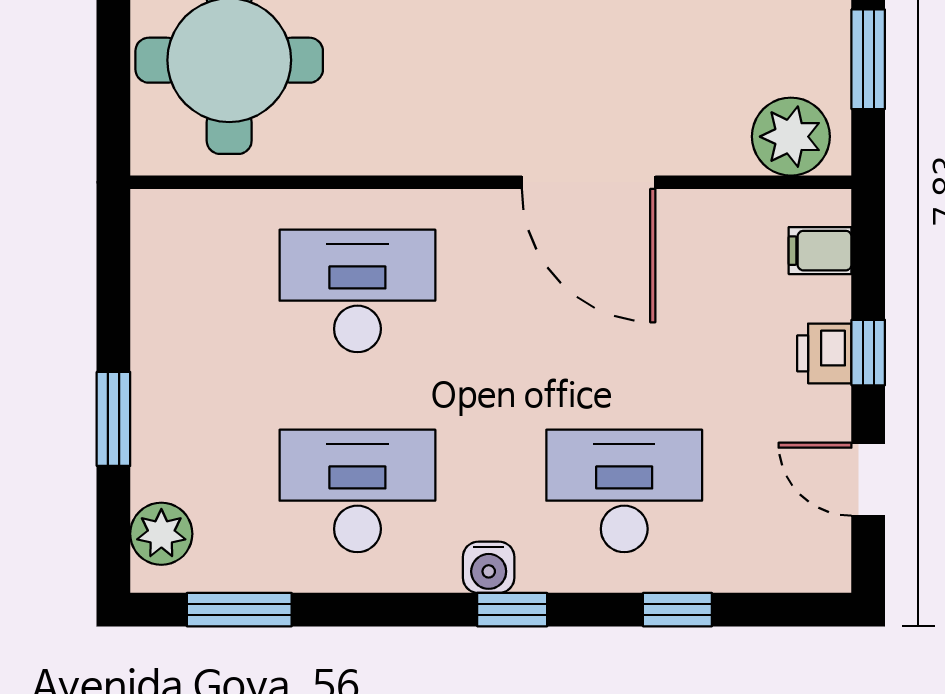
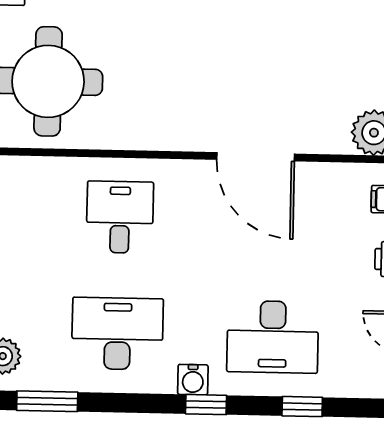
desk: (357, 291) -> (120, 217), width x0.73
desk: (624, 491) -> (273, 337), turned 180

